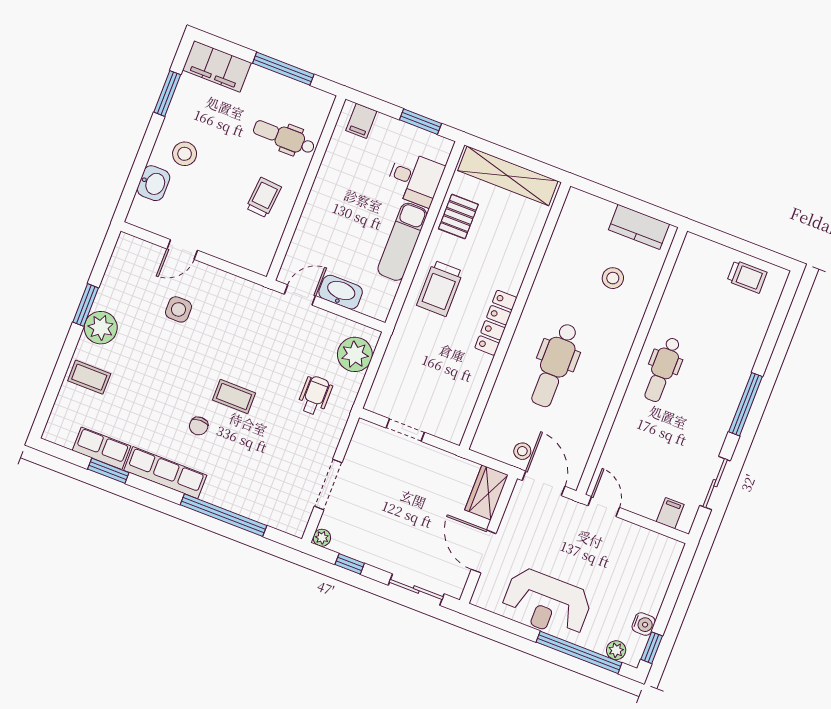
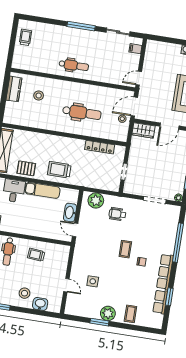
trolley: (440, 288) -> (59, 170), turned 180
locker: (496, 323) -> (100, 147), moved

